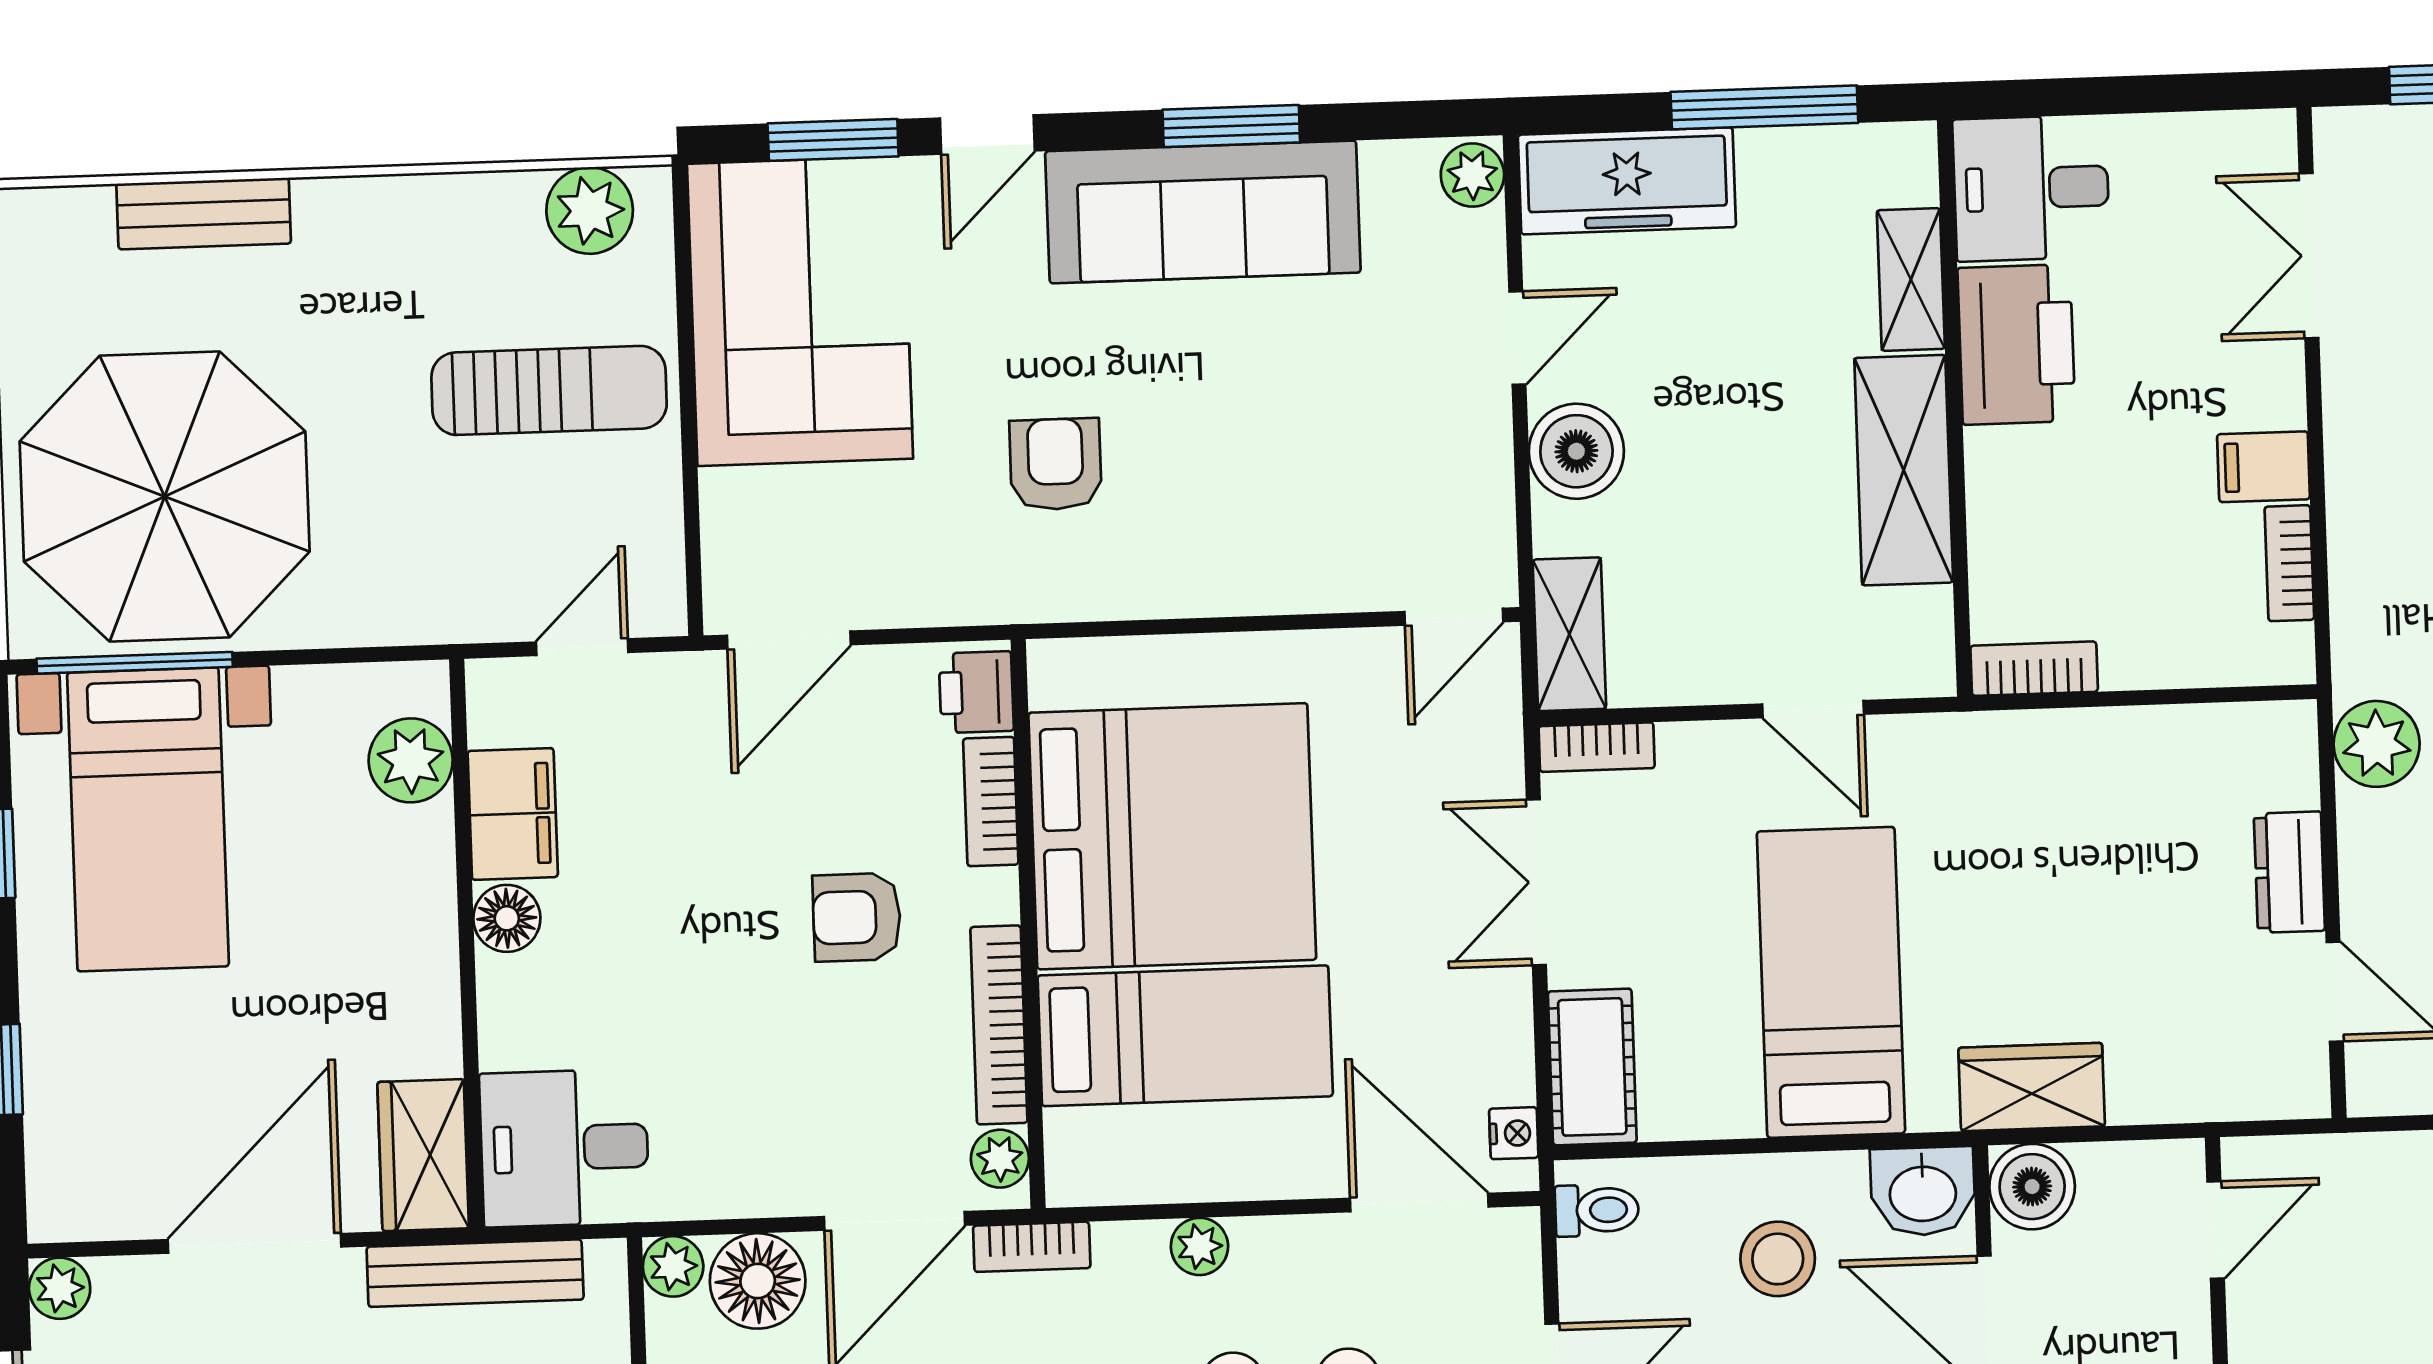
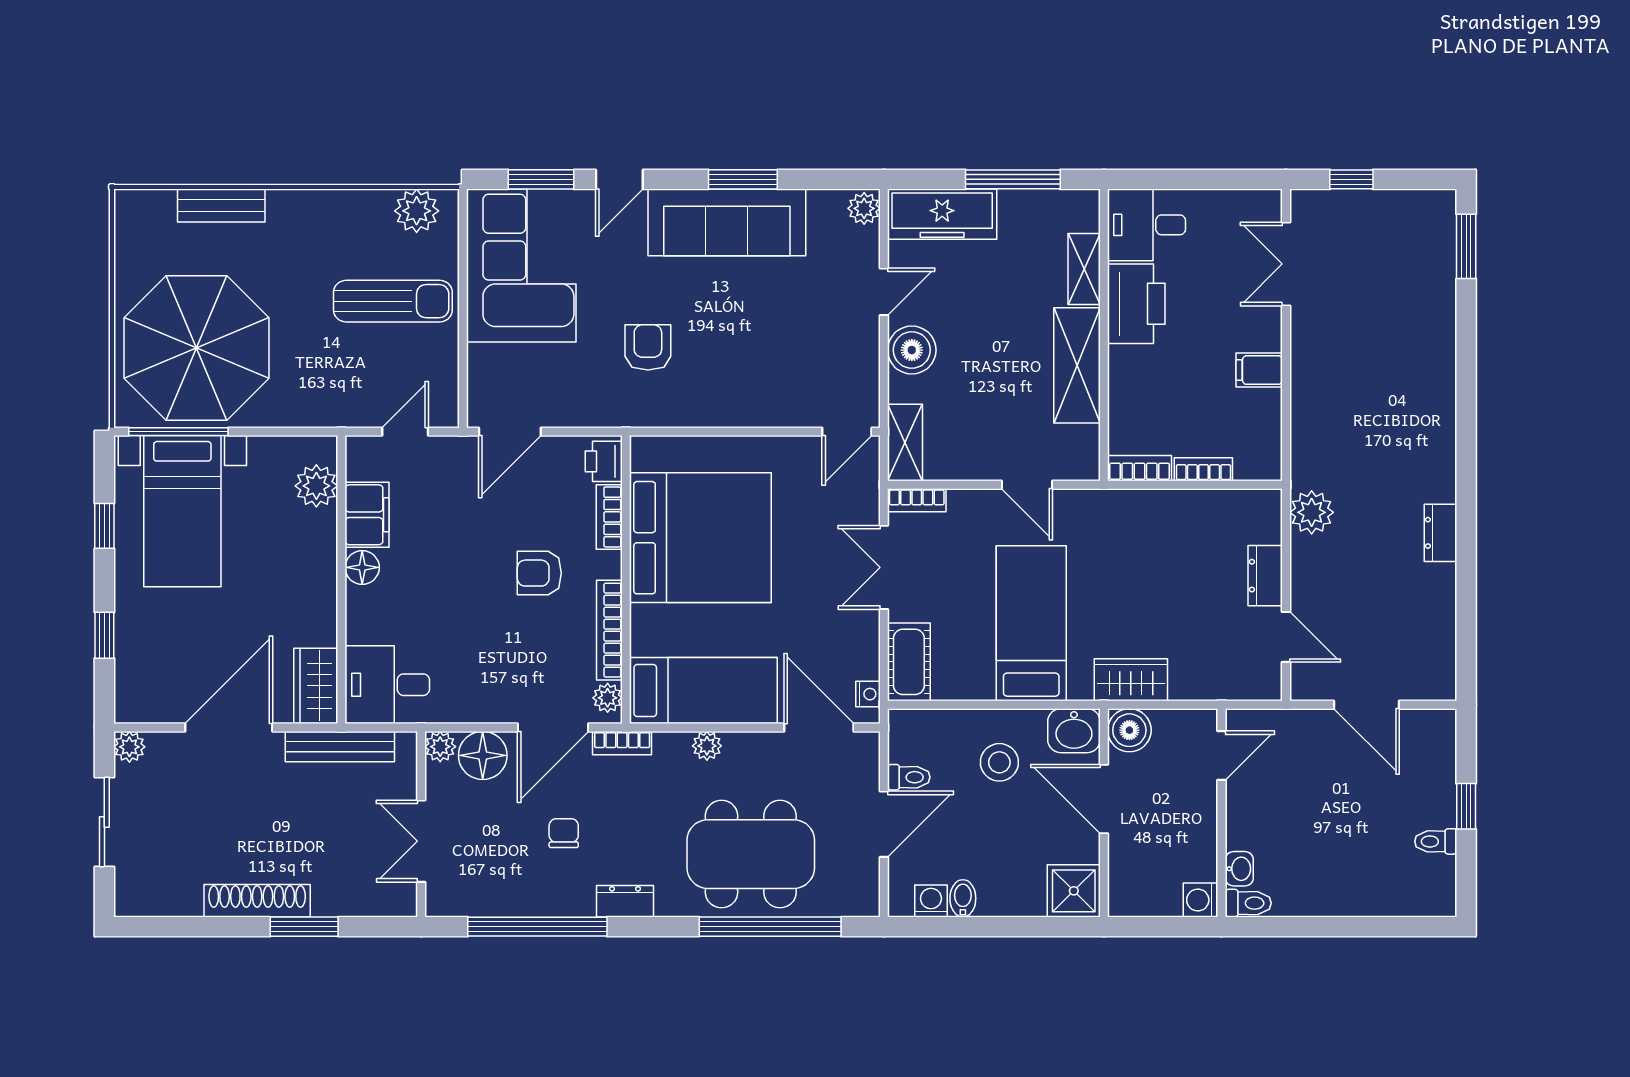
bookcase: (2289, 563) -> (1203, 469), moved, turned 90
bed: (1185, 1036) -> (703, 691), moved
toilet: (1597, 1210) -> (909, 777), moved

